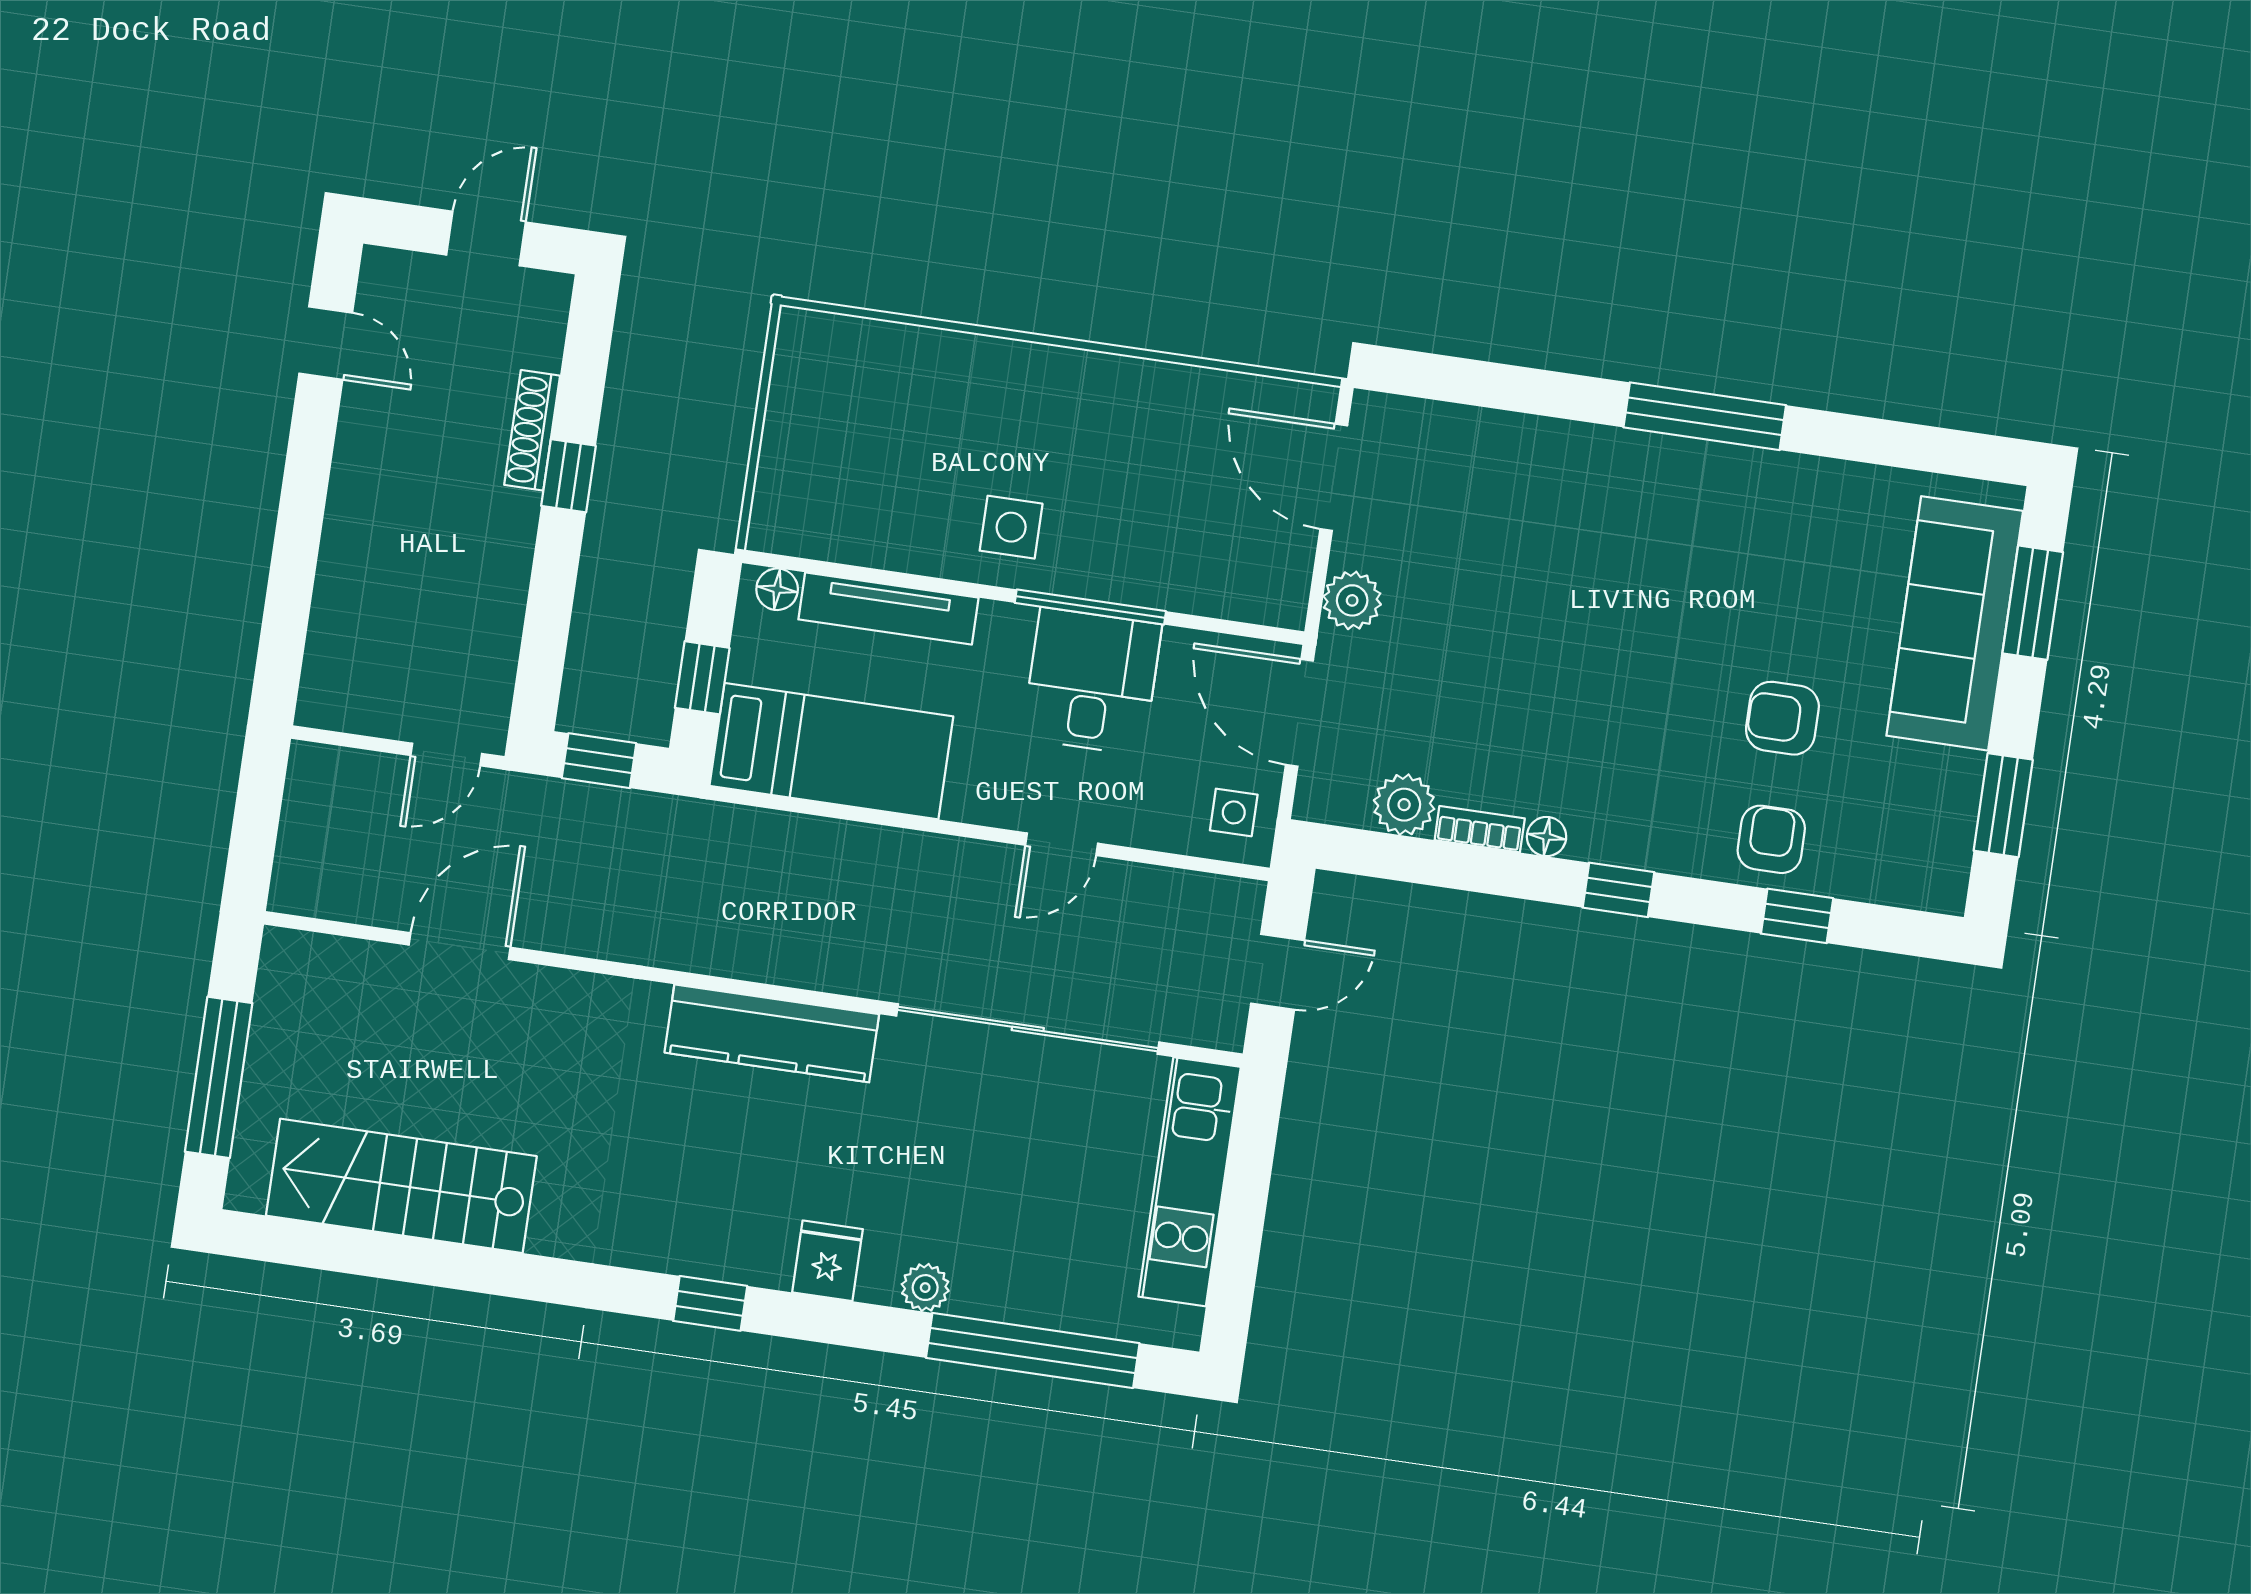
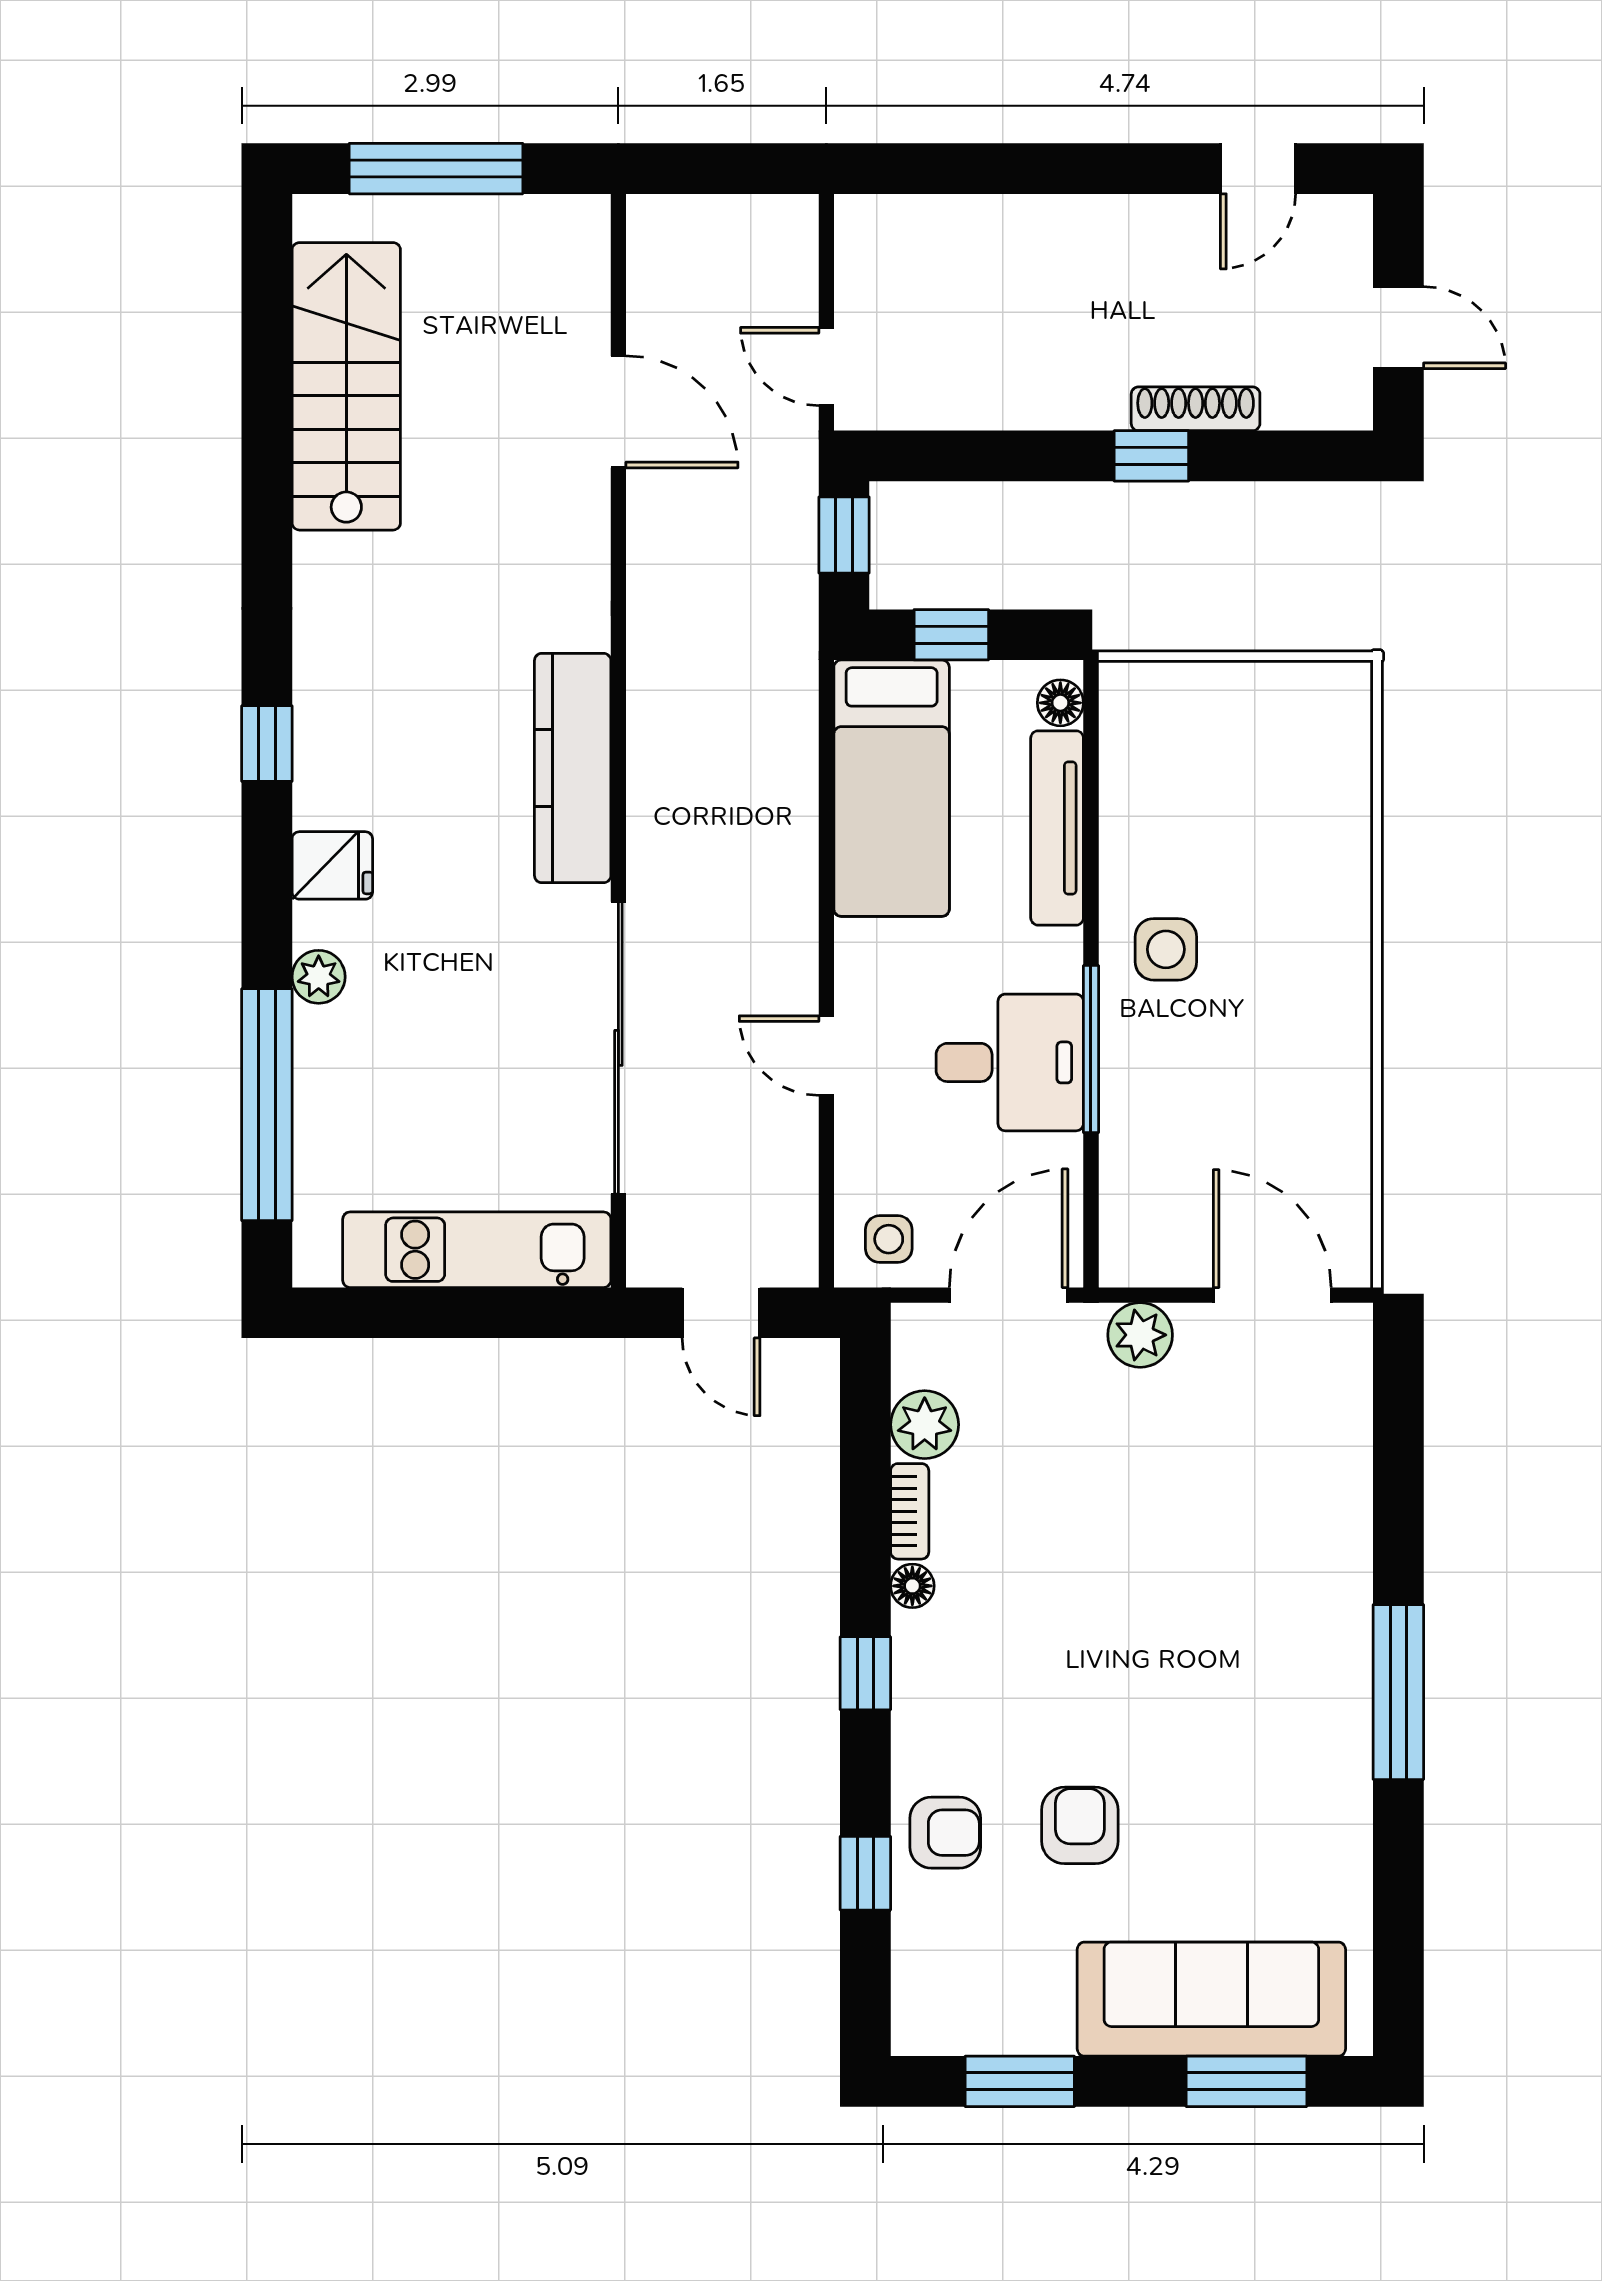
door: (1334, 477) -> (1272, 1295), hinge flipped

